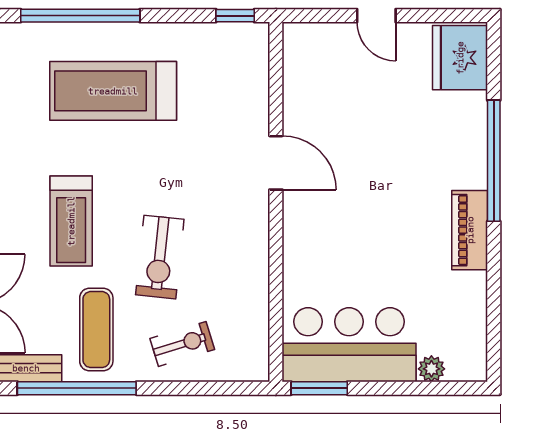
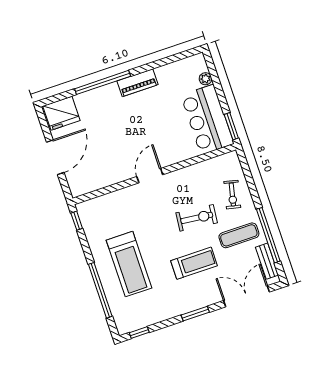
door: (376, 16) -> (55, 157), width x1.88
door: (276, 163) -> (150, 176), moved
exercise bike: (182, 344) -> (232, 195), turned -150

